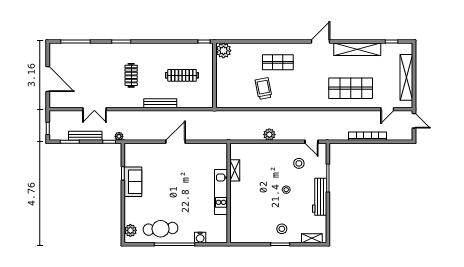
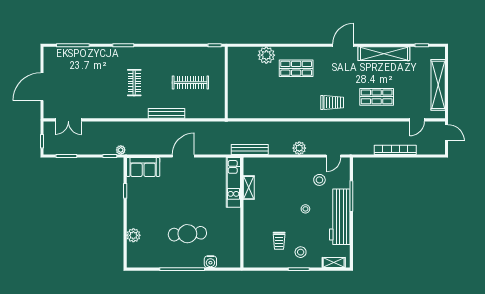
plant: (223, 51) -> (266, 55), moved
door: (48, 79) -> (42, 87), swing flipped
shop shelf: (351, 88) -> (377, 97), width x0.70, depth x0.74
trolley: (263, 89) -> (332, 102), moved, turned 101
double door: (94, 109) -> (68, 120), moved
plant: (269, 135) -> (299, 148), moved
bench: (85, 136) -> (250, 149), moved
door: (311, 142) -> (333, 156), hinge flipped
sofa: (133, 182) -> (143, 167), moved, turned 90
kitchen unit: (221, 192) -> (233, 182), moved
workbench: (320, 197) -> (340, 217), width x1.36, depth x1.32
trolley: (262, 218) -> (279, 241), added
cafe table: (161, 229) -> (187, 234), moved
plant: (130, 230) -> (133, 235), moved

